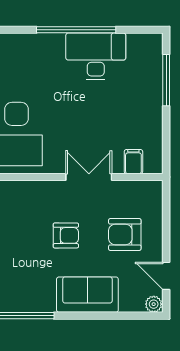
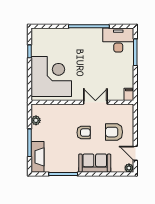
desk: (96, 56) -> (118, 40), moved
filing cabinet: (133, 162) -> (129, 94), moved

